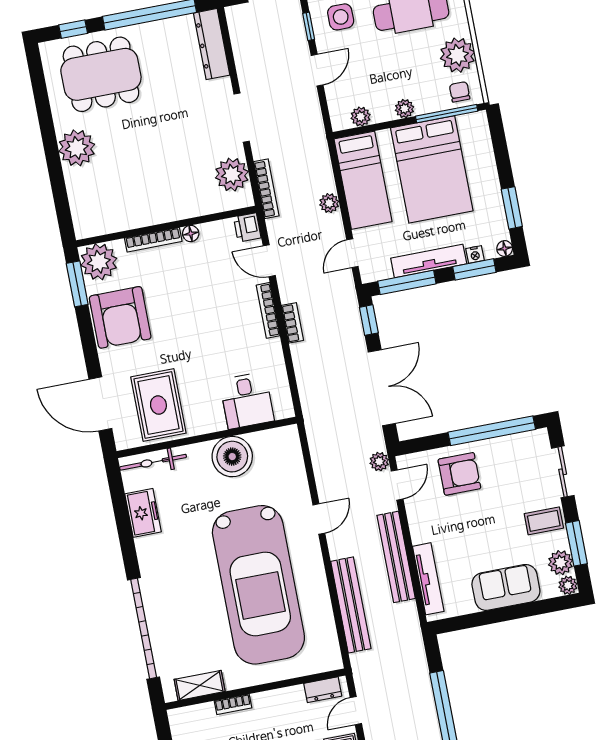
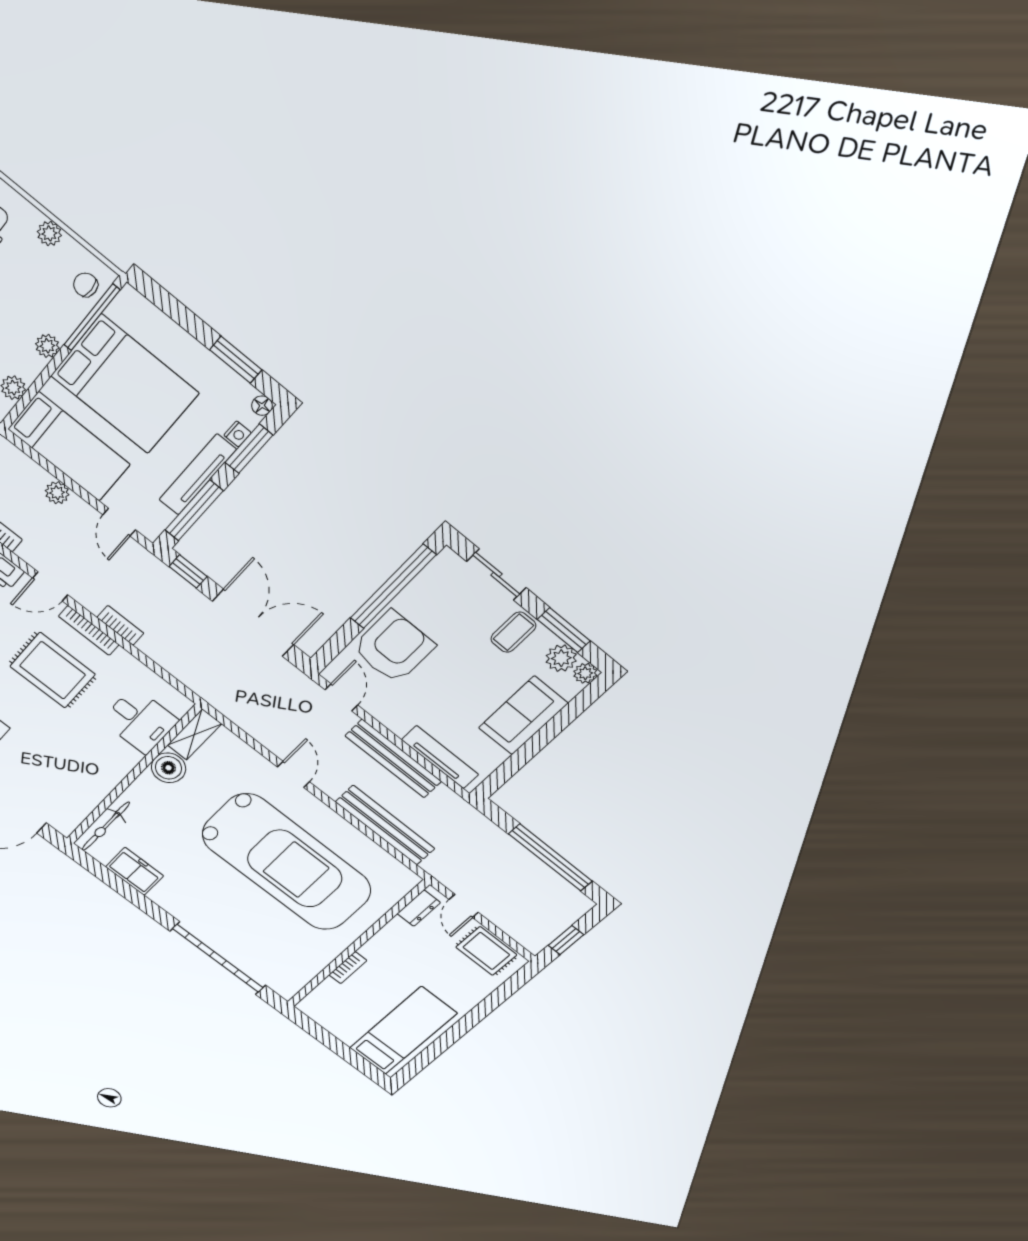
plant: (458, 55) -> (49, 234), width x0.53, depth x0.53
rug: (158, 405) -> (53, 670), moved
boiler: (232, 457) -> (168, 768), width x0.73, depth x0.73
plant: (379, 462) -> (307, 689), removed
armchair: (459, 474) -> (393, 647), width x1.36, depth x1.36
shelving: (200, 685) -> (194, 735), moved

